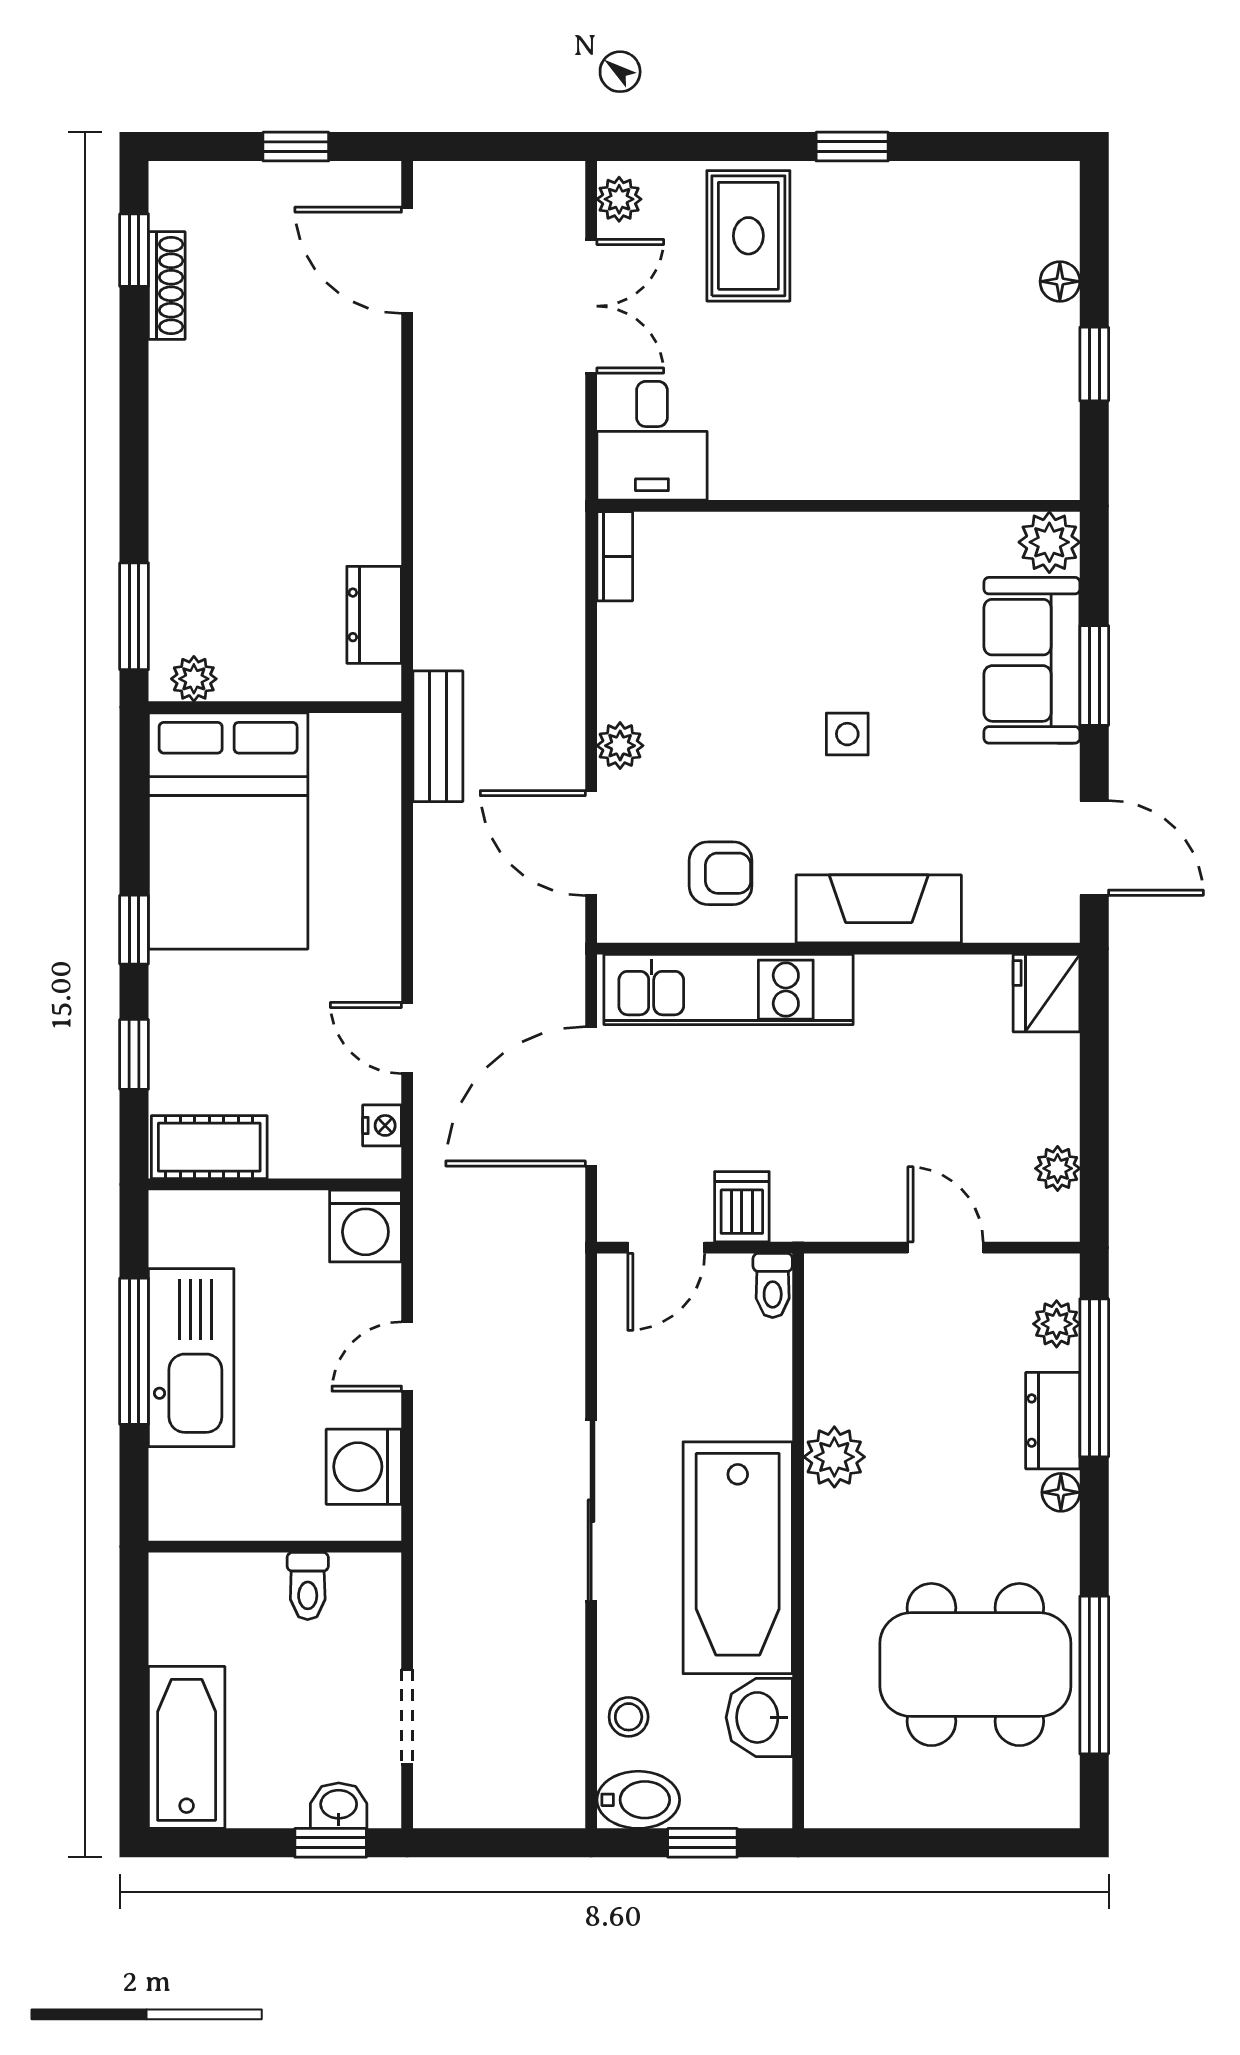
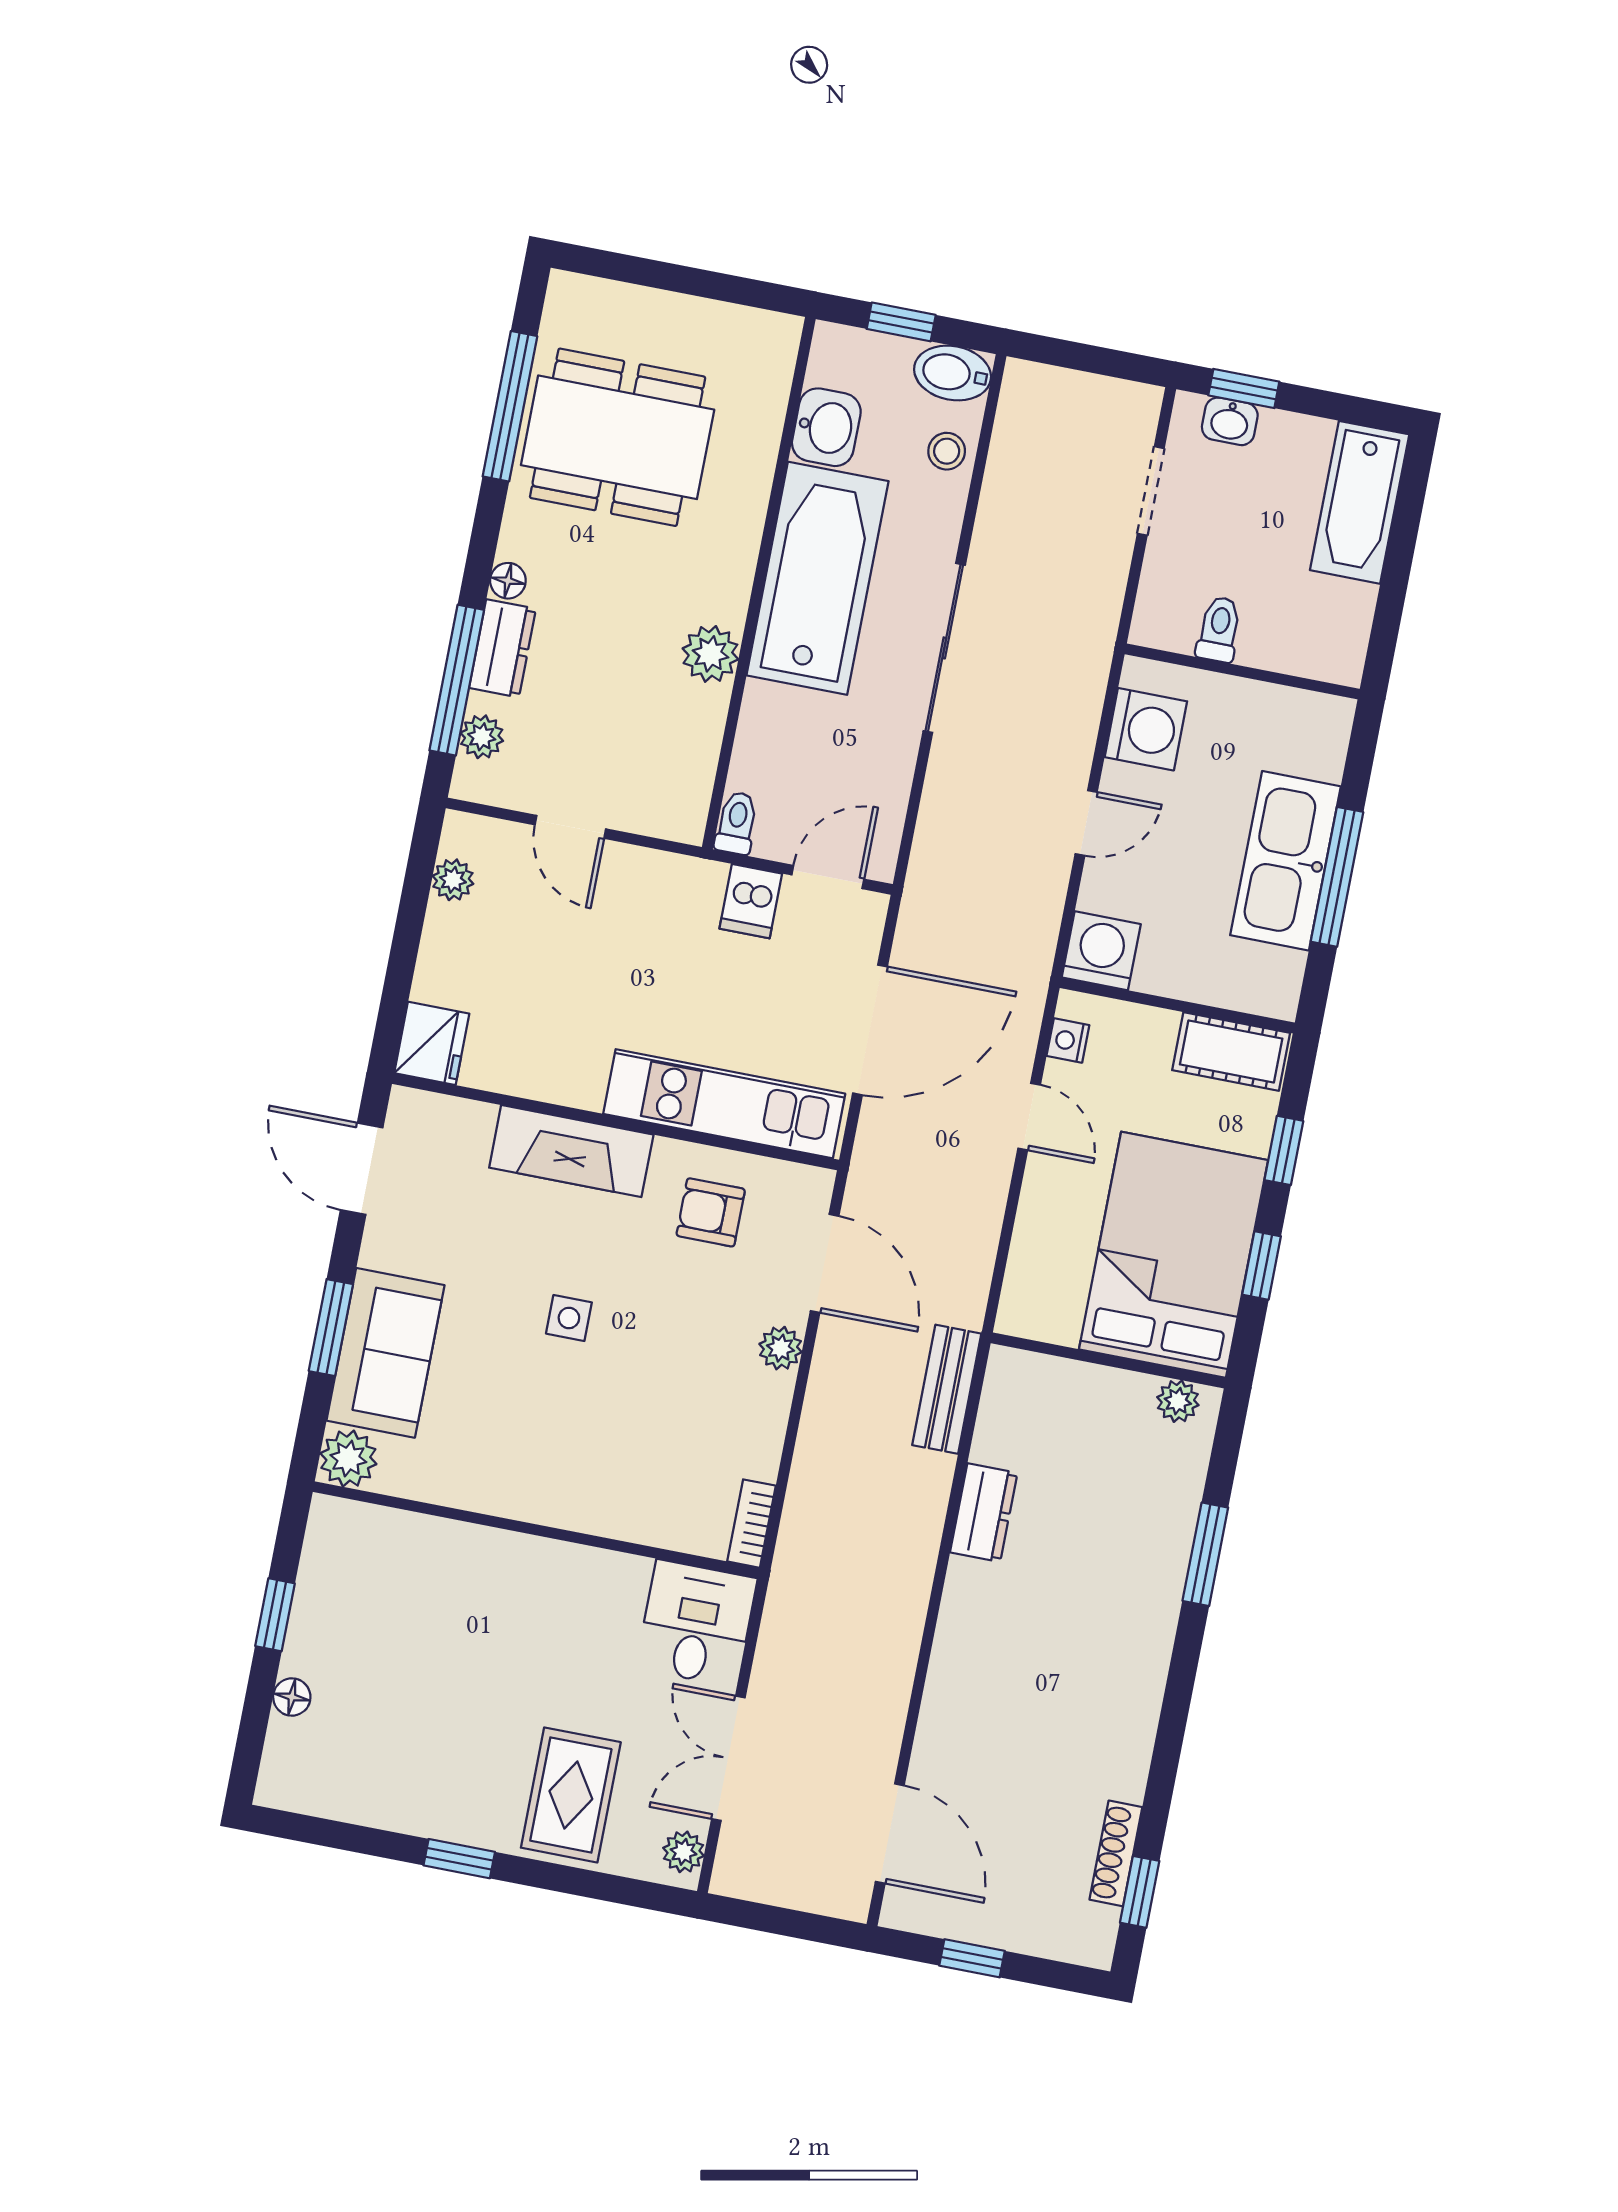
plant: (194, 679) -> (1178, 1401), moved
wall: (275, 707) -> (1108, 1360), moved
bed: (228, 831) -> (1174, 1255), moved

